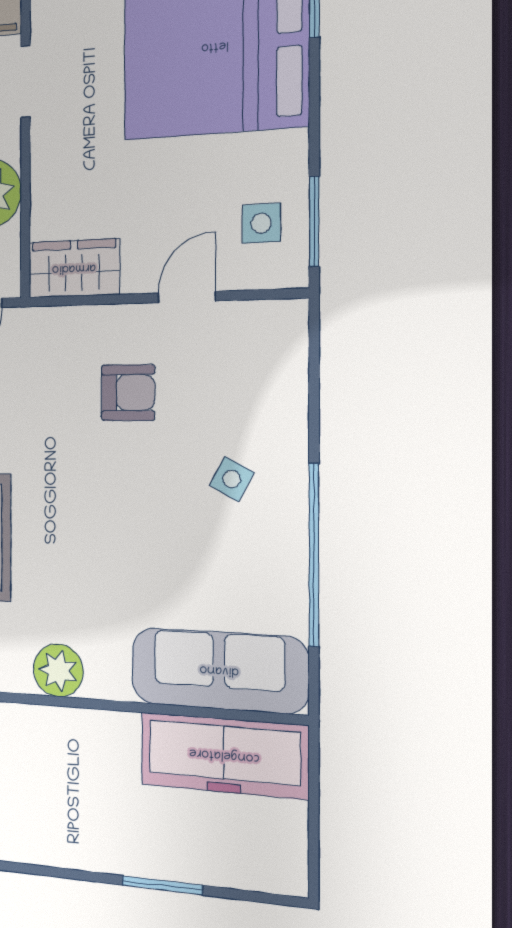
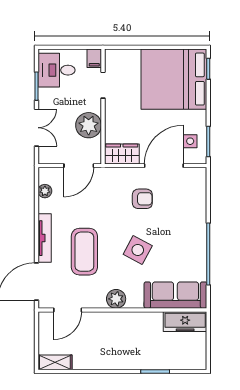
door: (187, 297) -> (164, 166), width x1.88
side table: (232, 479) -> (138, 250), moved, width x1.87, depth x1.87
freezer: (224, 755) -> (185, 322), width x0.73, depth x0.79

